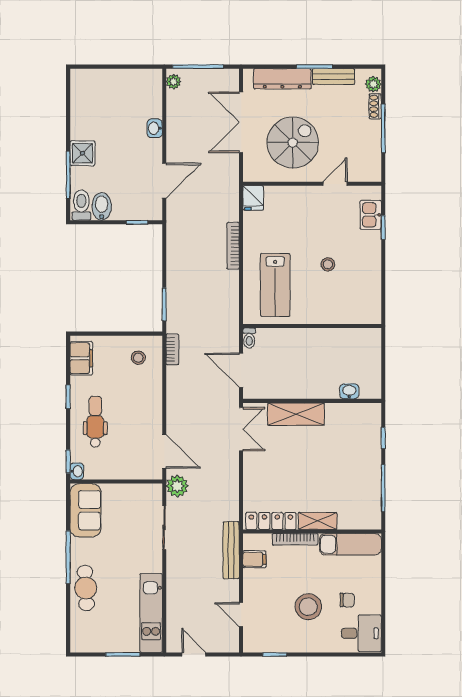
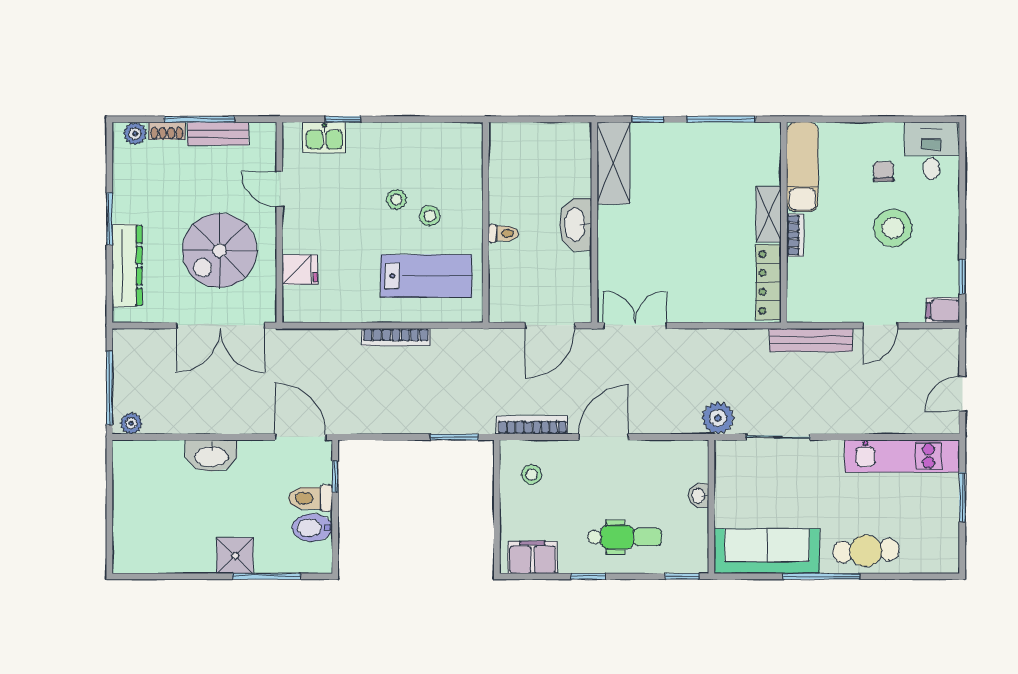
bench: (334, 77) -> (218, 134), moved, turned 90
double door: (241, 122) -> (220, 325), moved
washbasin: (155, 128) -> (211, 456), width x1.91, depth x1.45
spiral stairs: (293, 143) -> (220, 250), turned -90
door: (164, 181) -> (301, 437), moved
fridge: (253, 198) -> (300, 270), moved
toilet: (81, 205) -> (310, 498), moved
bookcase: (233, 246) -> (396, 337), moved
stool: (317, 288) -> (430, 216), added
toilet: (249, 338) -> (503, 233), moved
bookcase: (172, 349) -> (532, 425), width x1.56
washbasin: (349, 391) -> (576, 225), moved, width x1.91, depth x1.45
shelving: (296, 414) -> (614, 163), moved
dental chair: (95, 422) -> (625, 537), turned 180
door: (164, 451) -> (604, 437), moved
washbasin: (77, 471) -> (699, 496), moved, turned -90
sofa: (85, 510) -> (767, 551), width x1.36
bookcase: (295, 539) -> (795, 235), width x0.64
filing cabinet: (254, 559) -> (943, 310), moved, turned -90
door: (241, 615) -> (880, 325), moved

